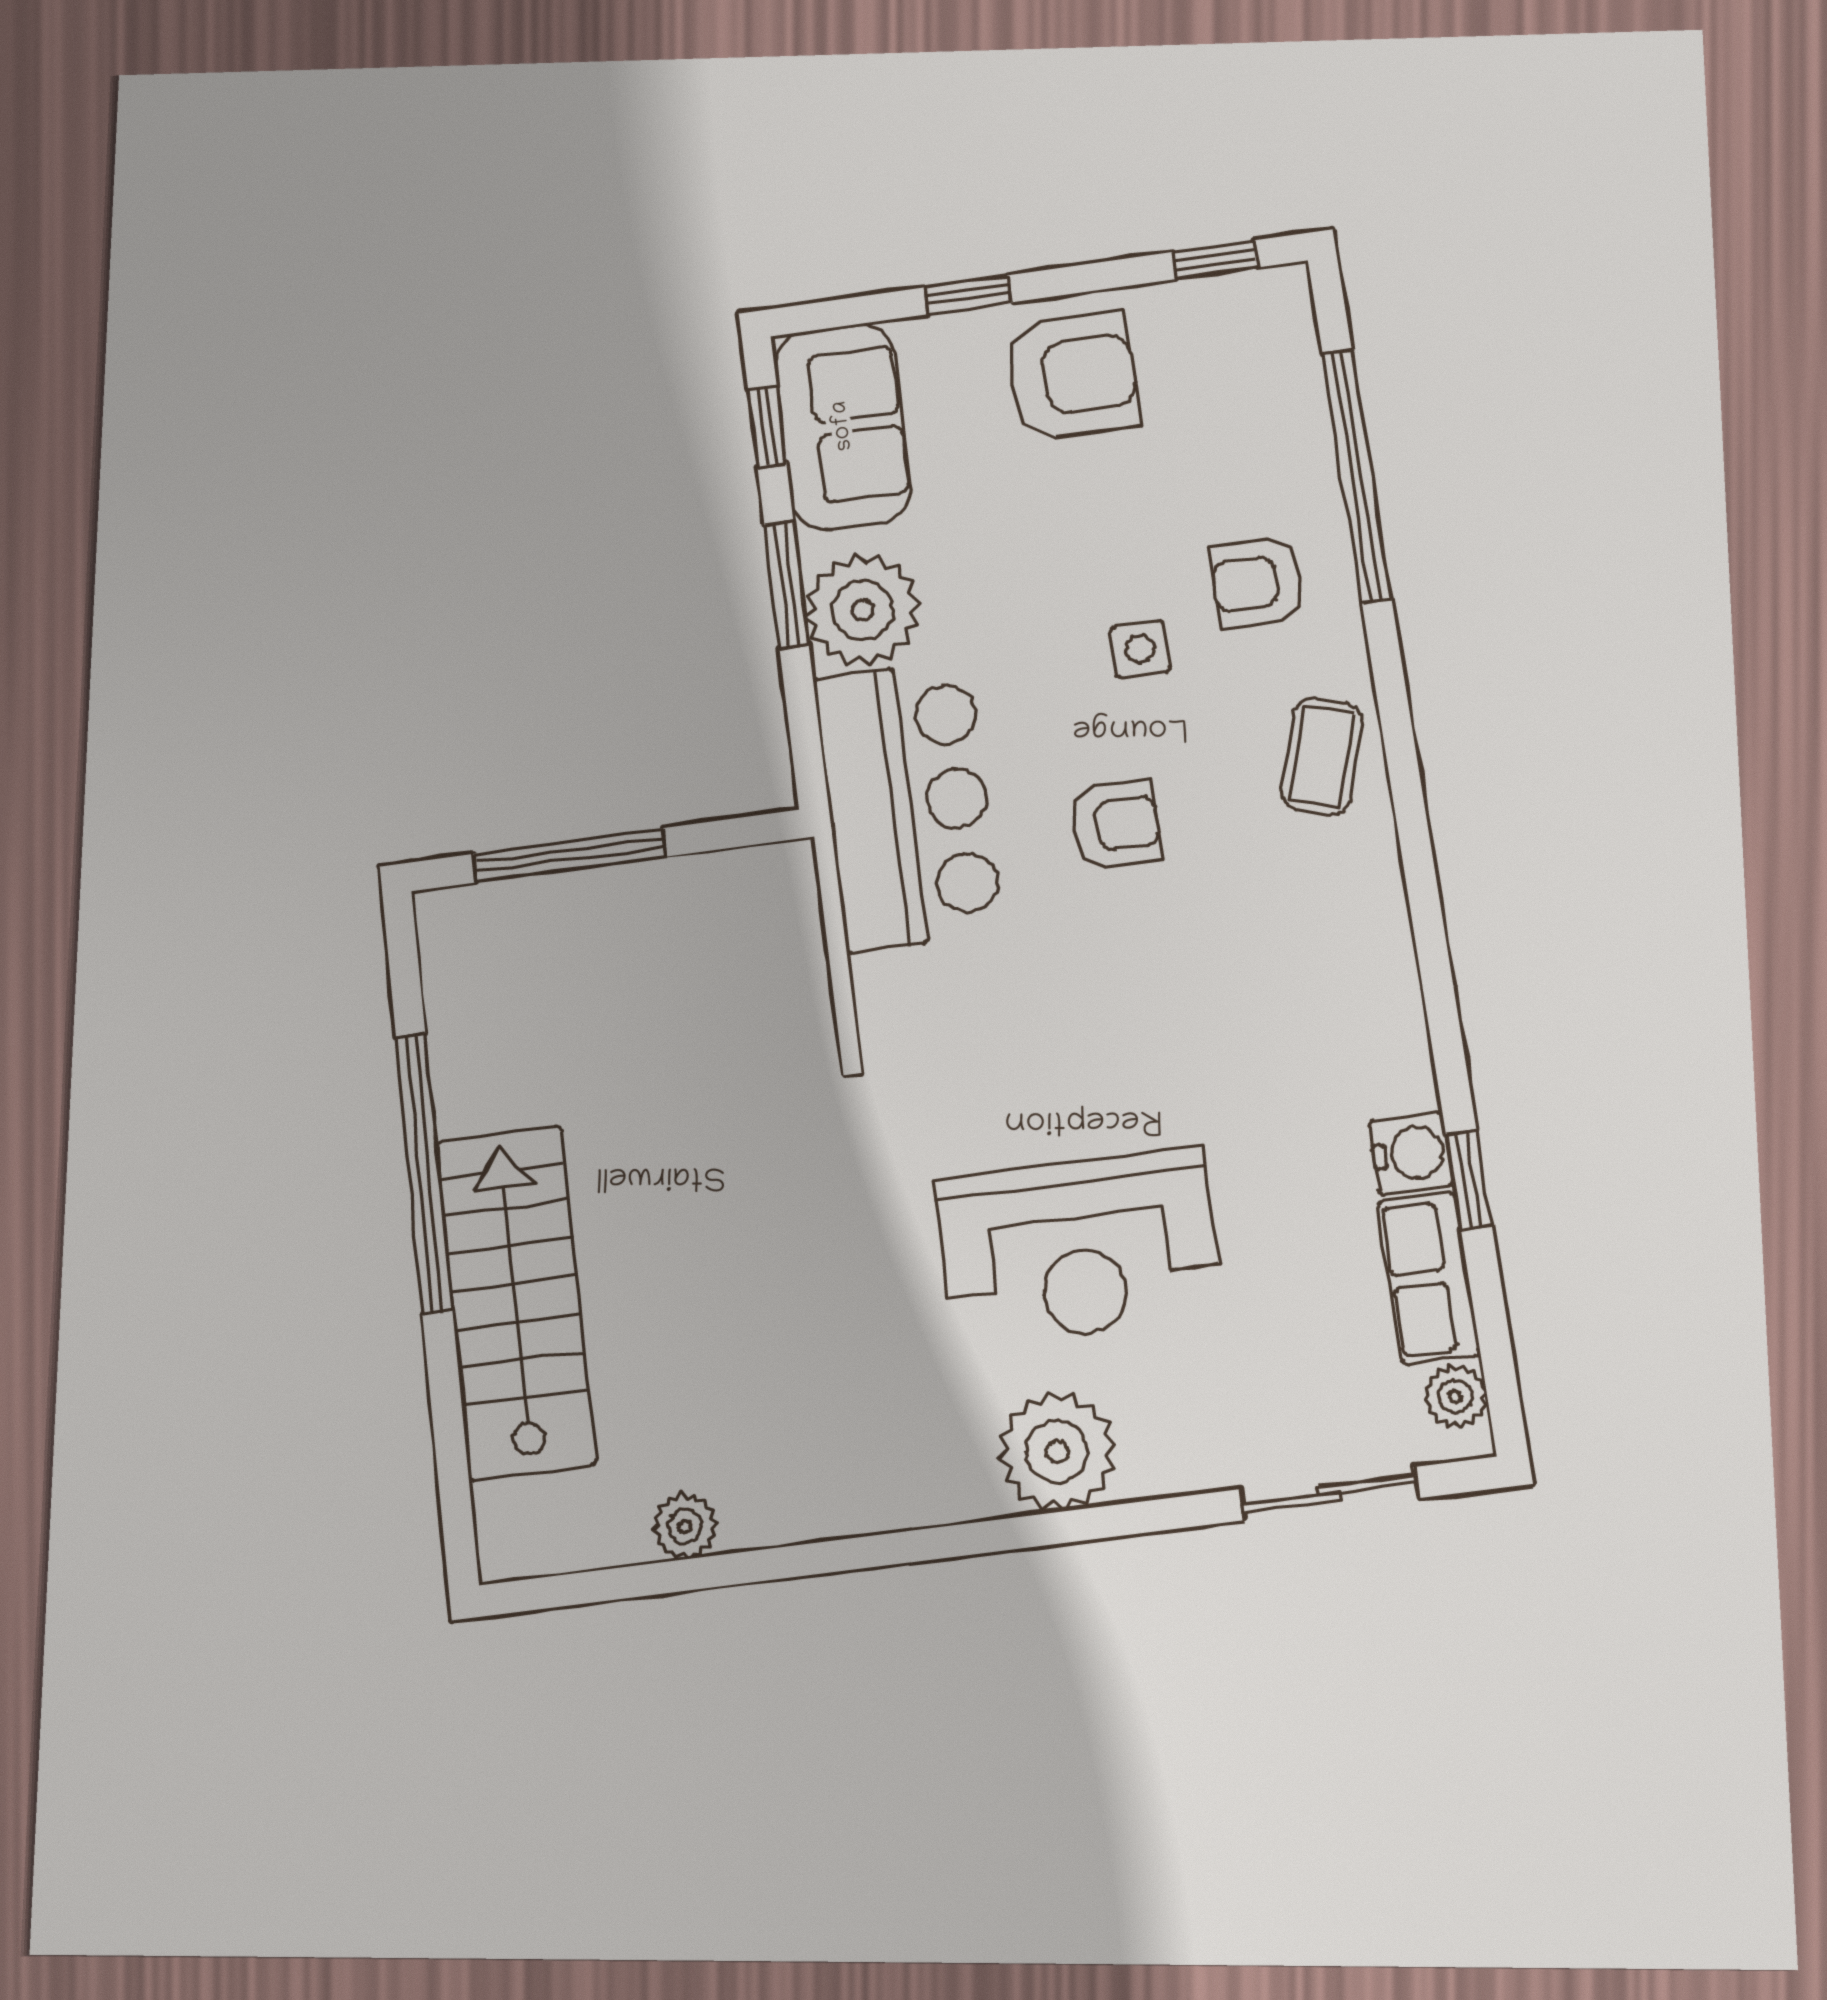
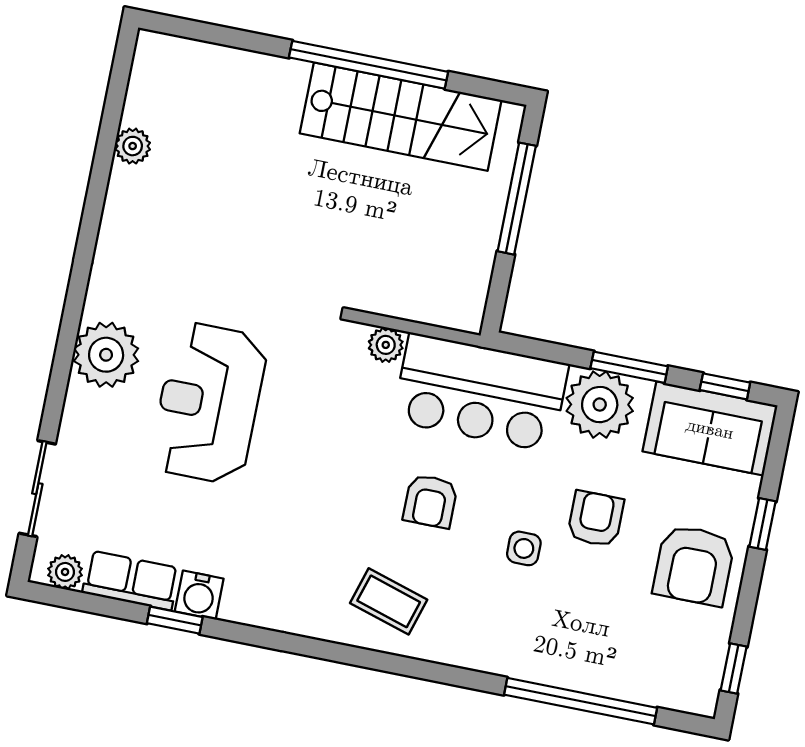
armchair: (1257, 582) -> (596, 519), moved
coffee table: (1322, 756) -> (389, 601), moved
plant: (881, 985) -> (386, 345), added
stairs: (515, 1302) -> (401, 117), moved

